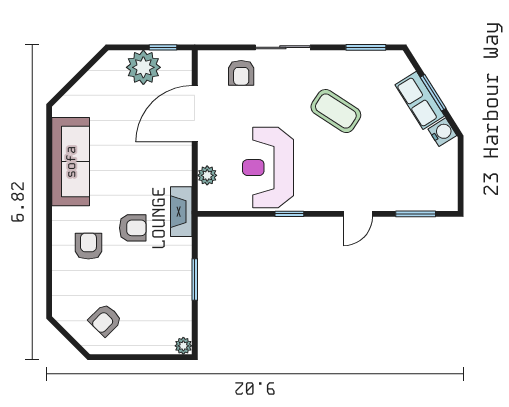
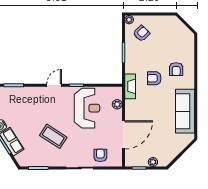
plant: (143, 67) -> (153, 162), width x0.53, depth x0.53
door: (358, 214) -> (54, 85), moved
armchair: (105, 320) -> (141, 33), moved

